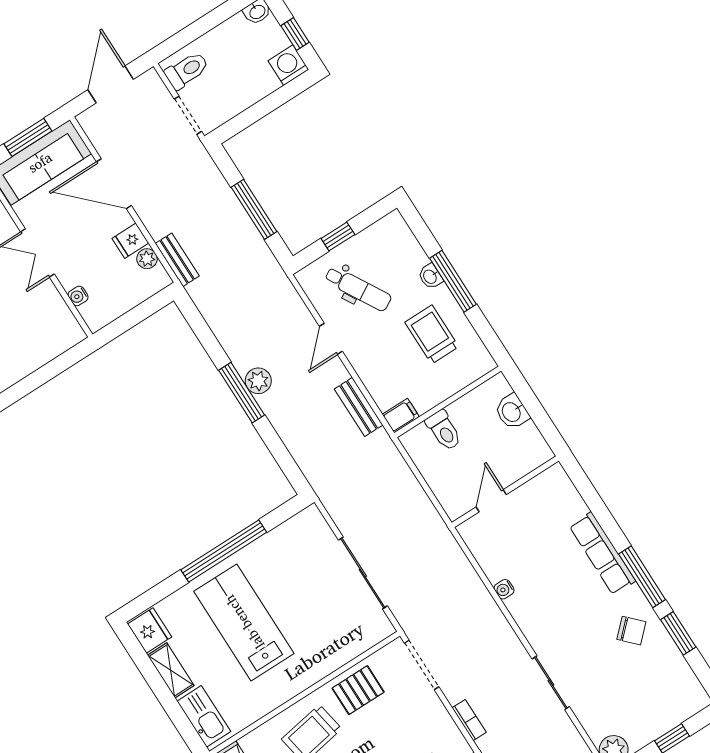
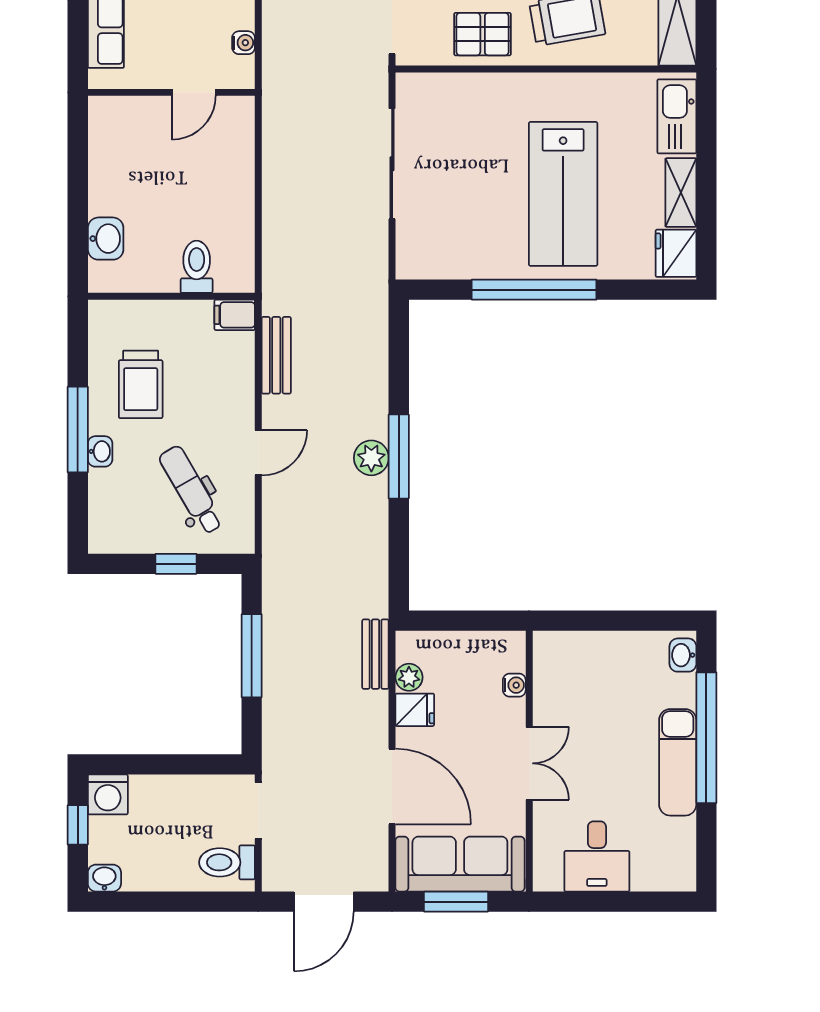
wall: (505, 492) -> (171, 92), moved
door: (491, 501) -> (194, 92), moved

